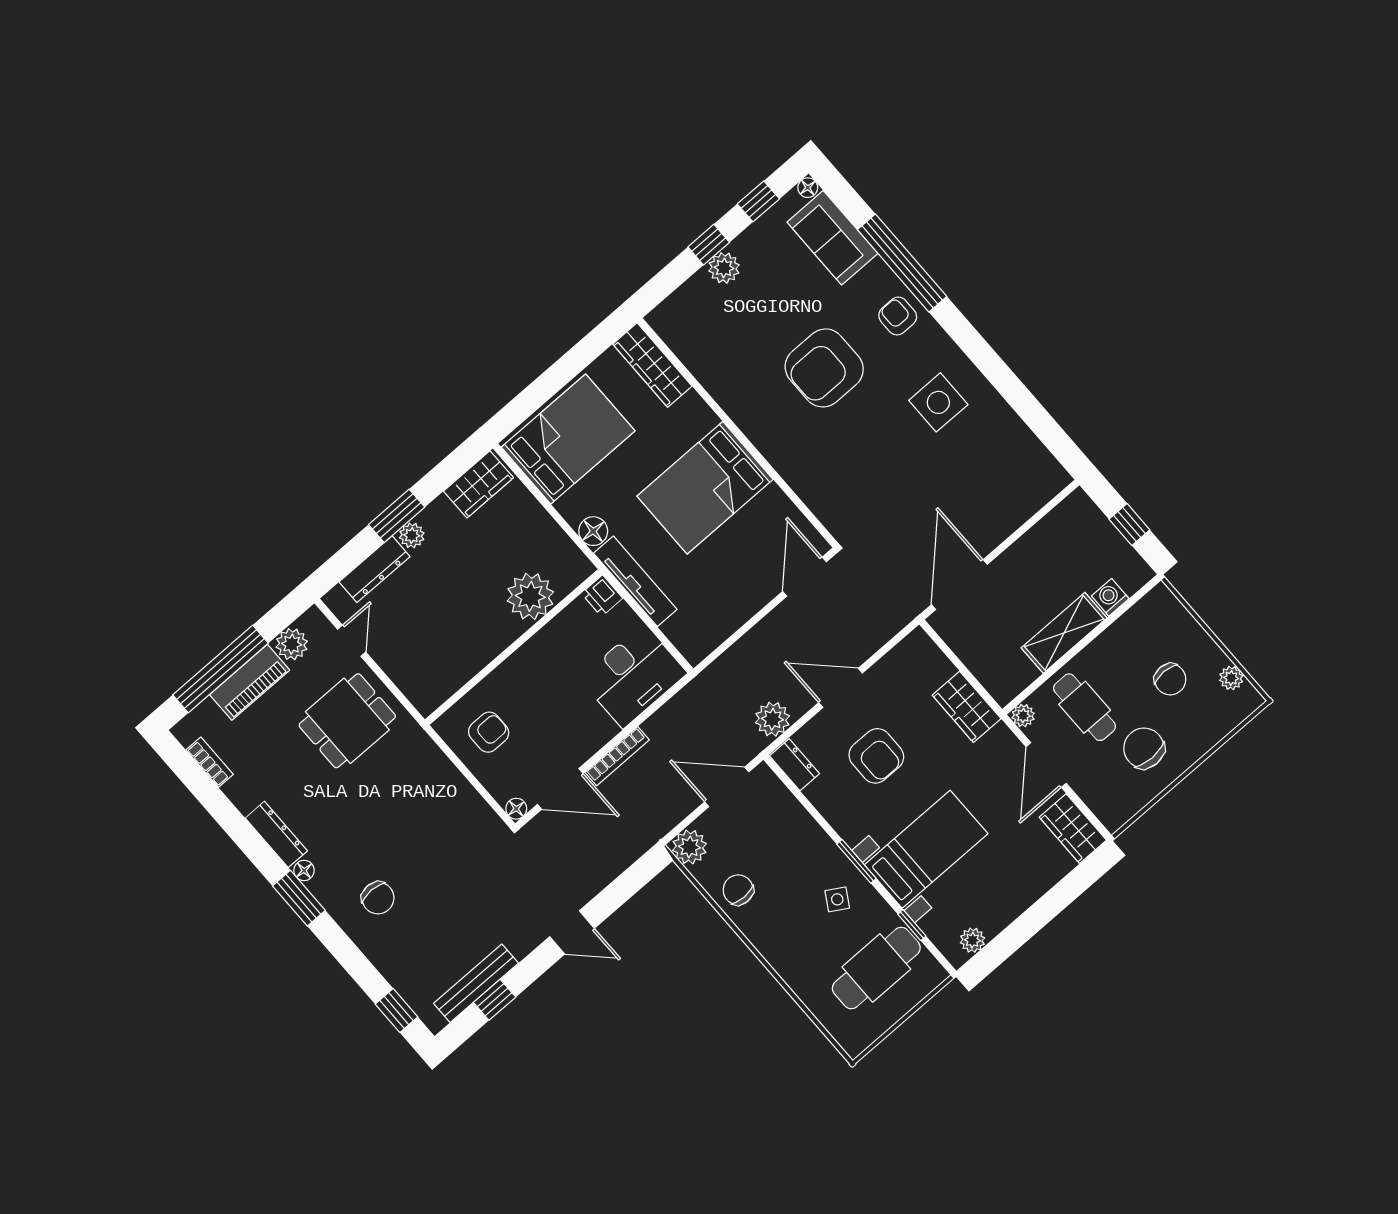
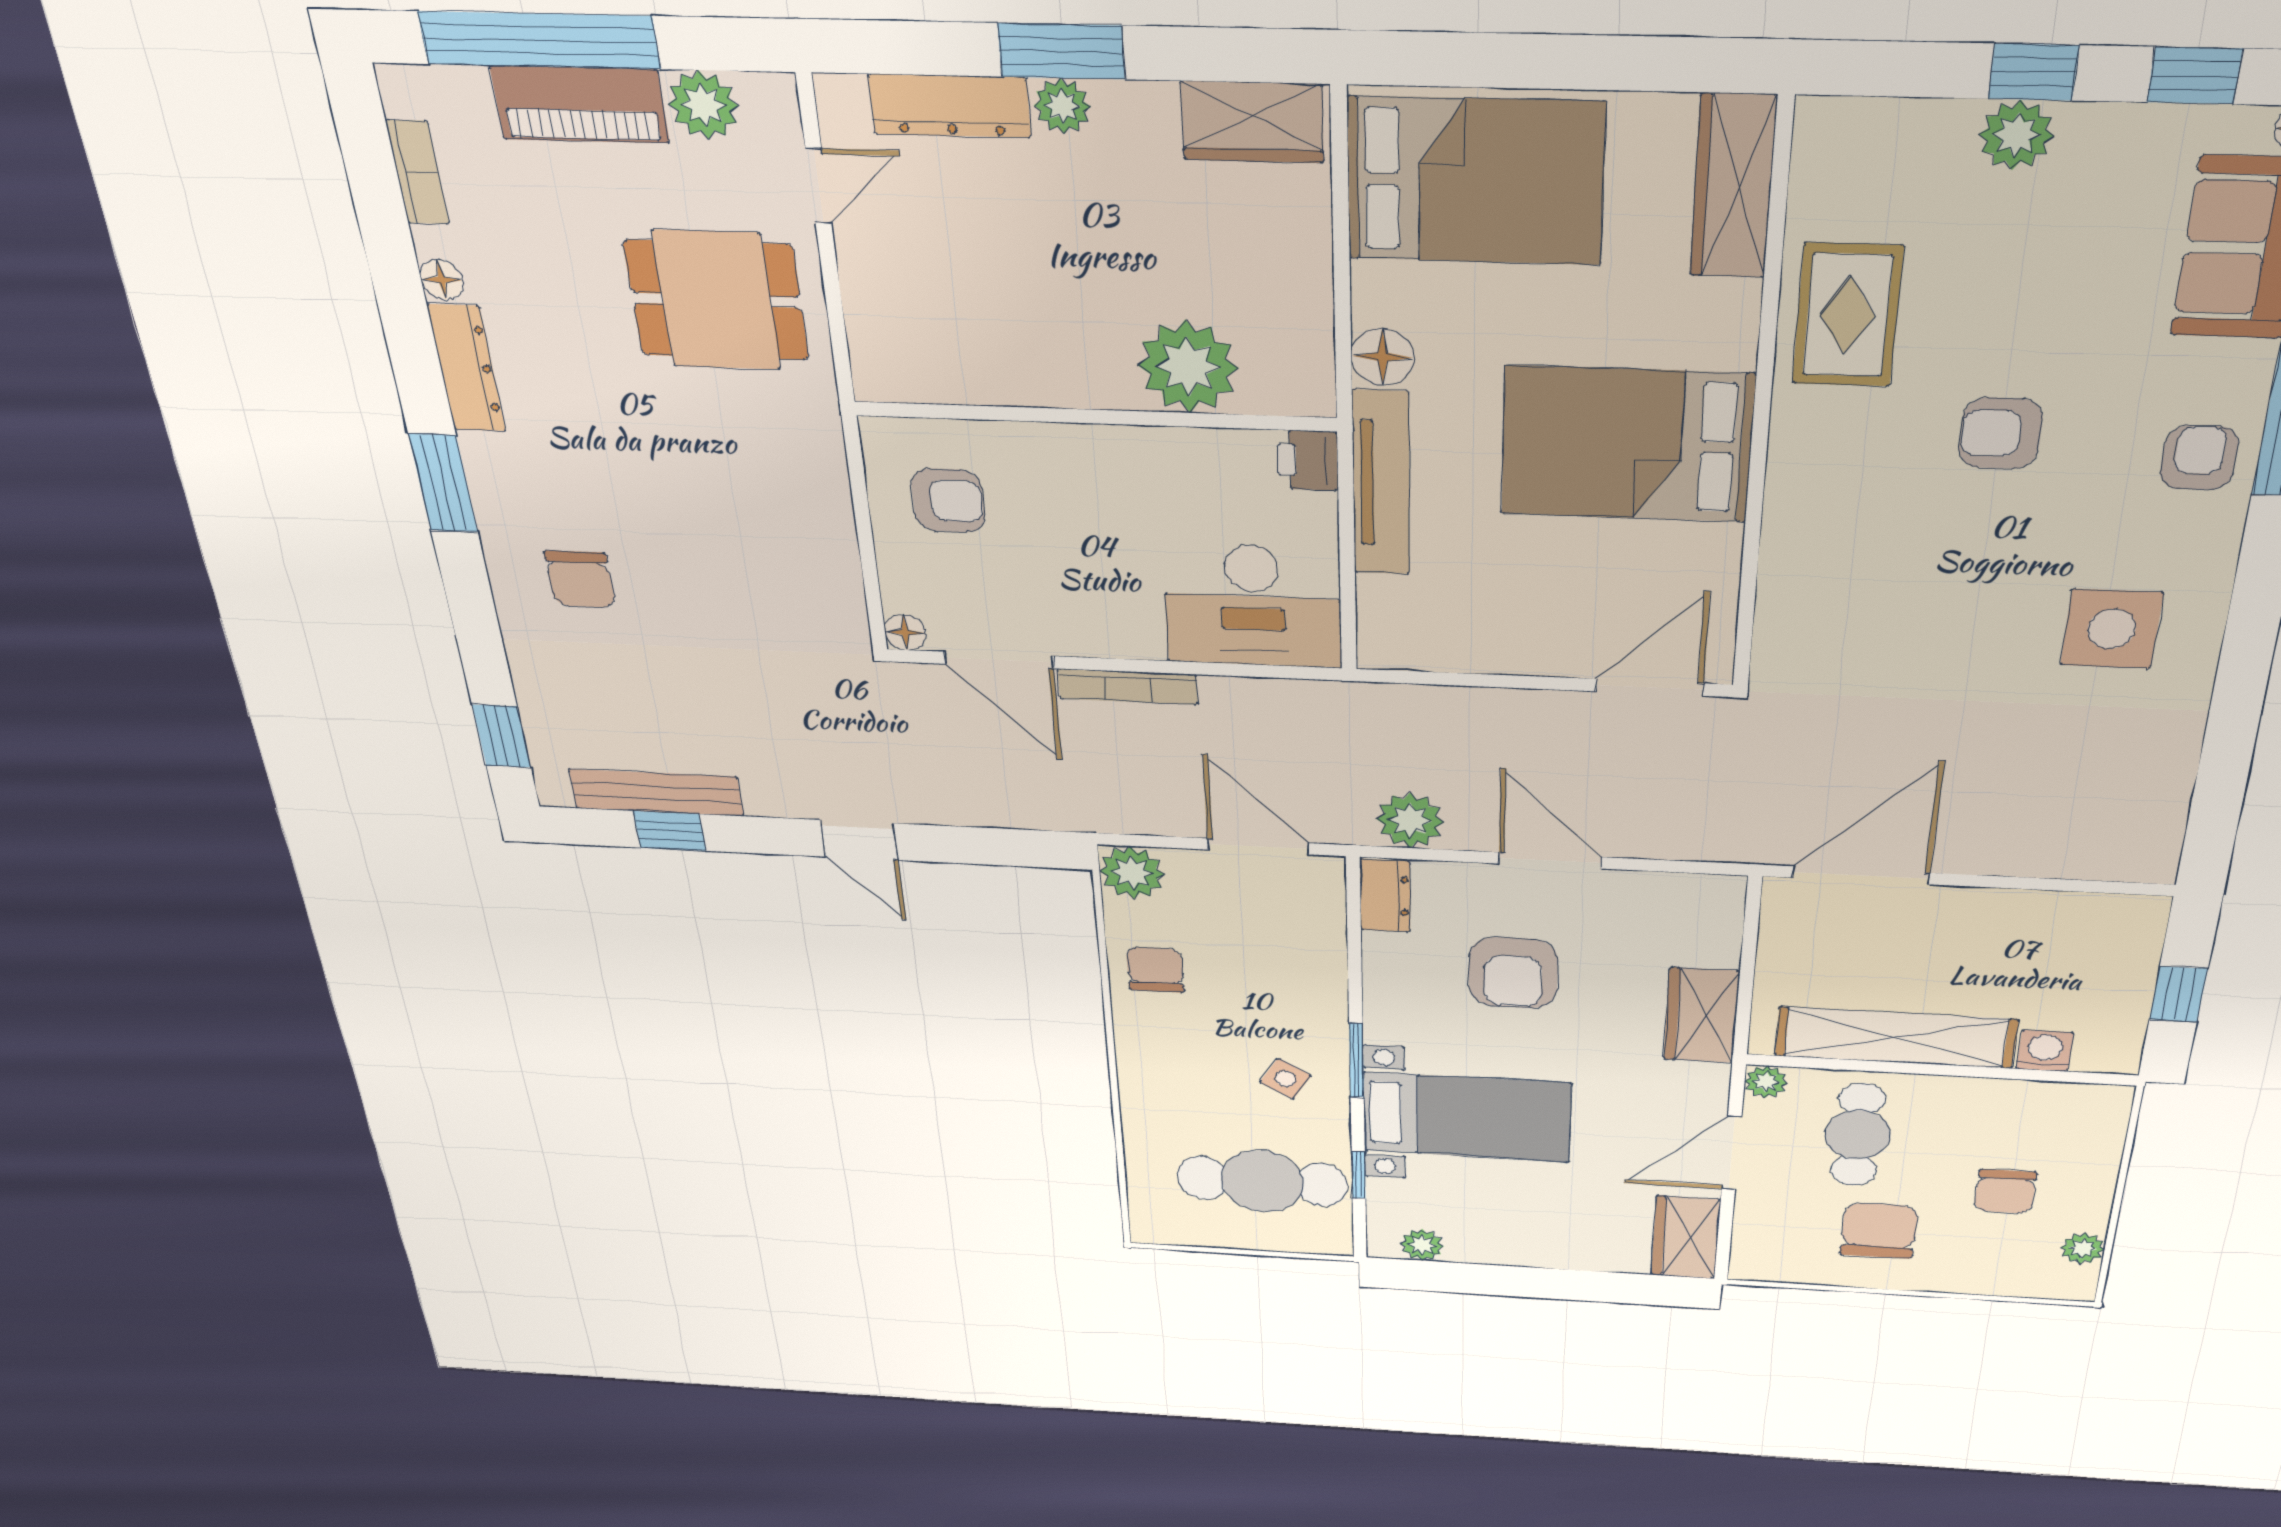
armchair: (824, 368) -> (2000, 433), width x0.53, depth x0.53
rug: (732, 374) -> (1847, 315), added
shelving: (1064, 633) -> (1896, 1038), width x1.47
floor lamp: (304, 870) -> (442, 280), moved

